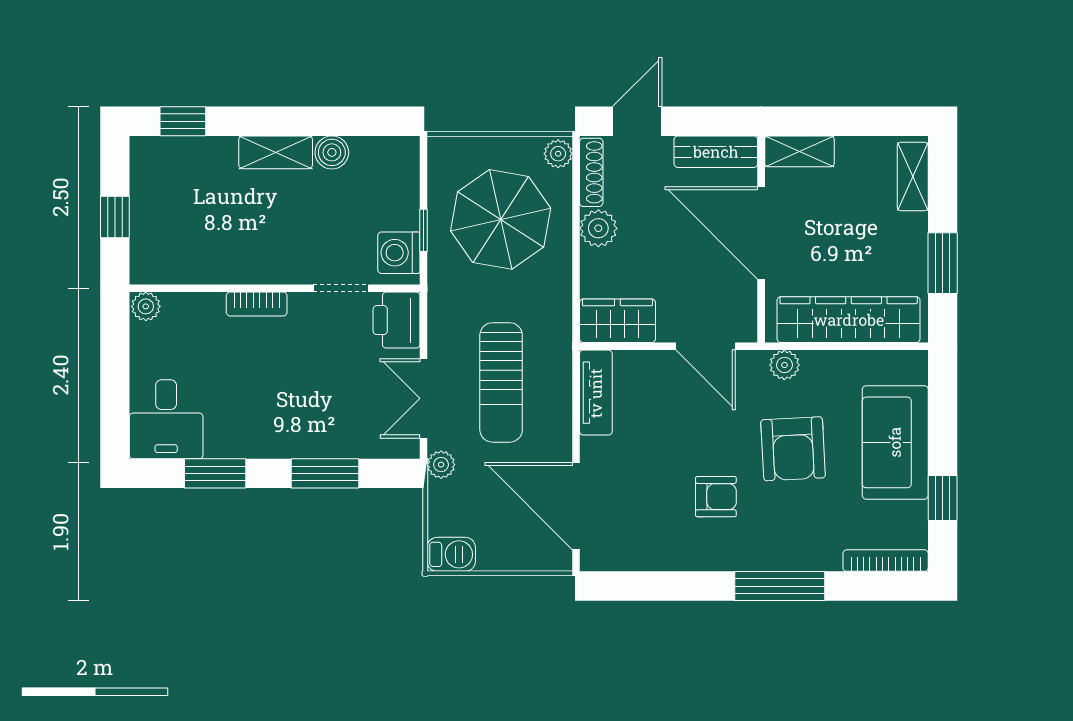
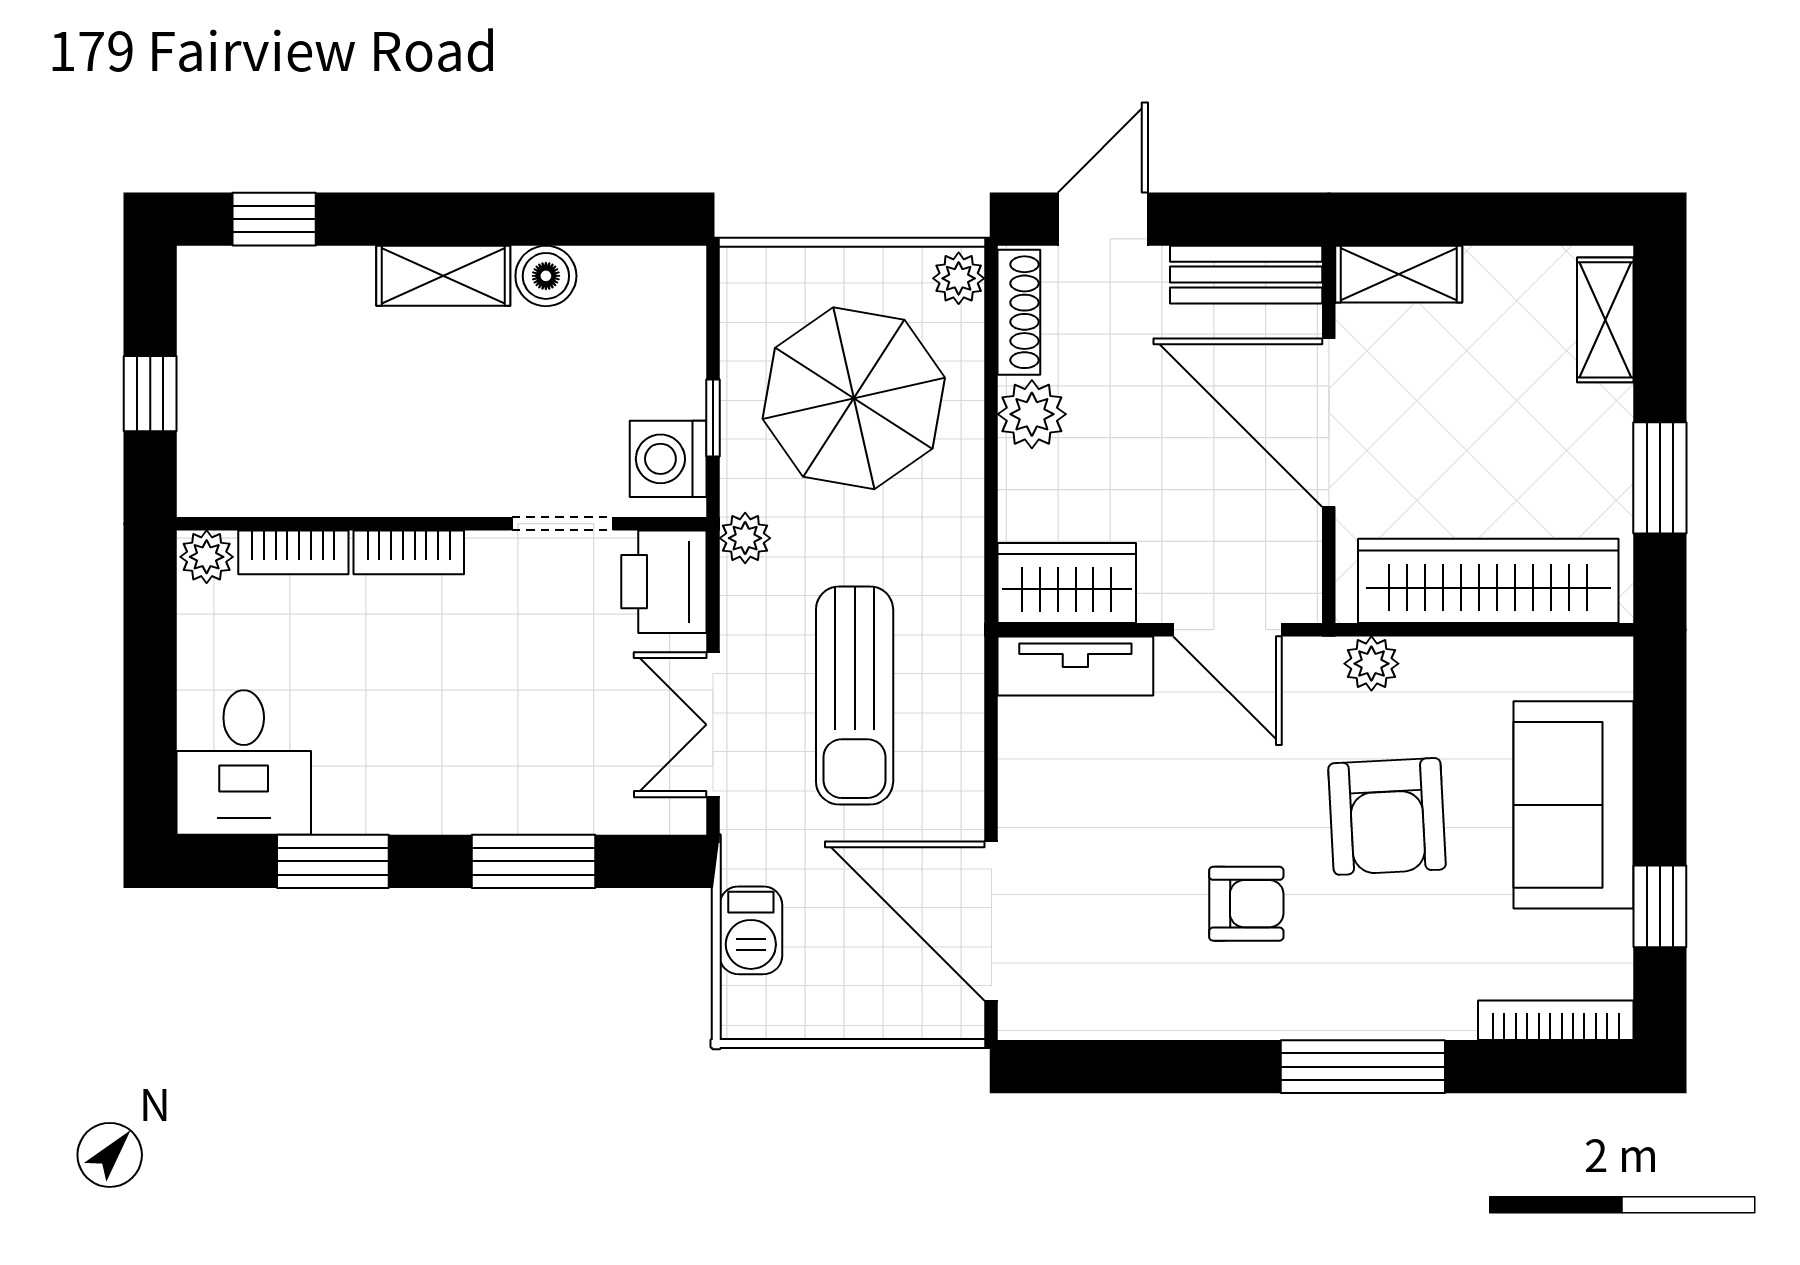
bookcase: (193, 304) -> (293, 552), added
tv unit: (596, 393) -> (1075, 666), moved, turned 90
plant: (441, 465) -> (745, 538), moved
barbecue: (451, 554) -> (751, 930), moved, turned 90

